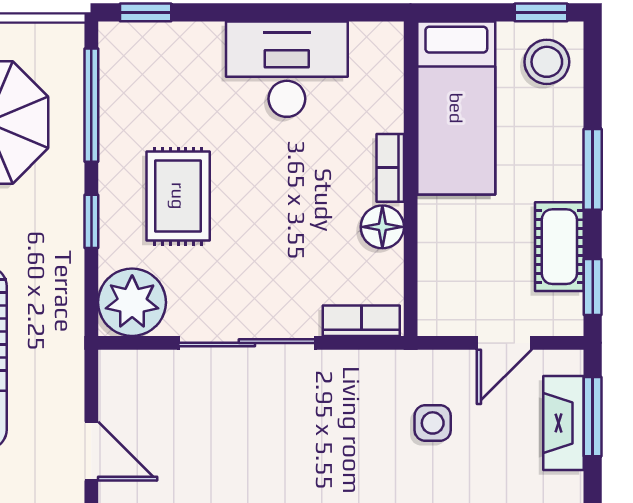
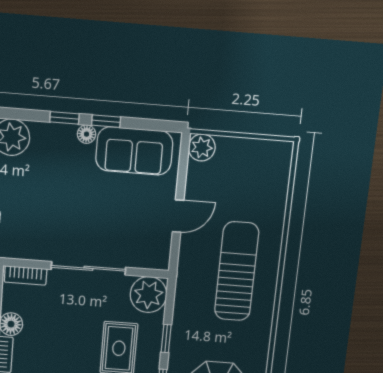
door: (91, 451) -> (178, 216), swing flipped

